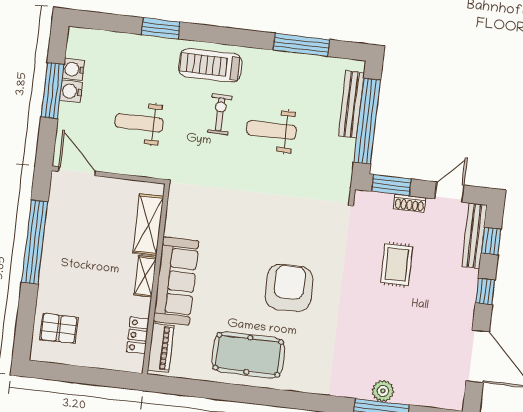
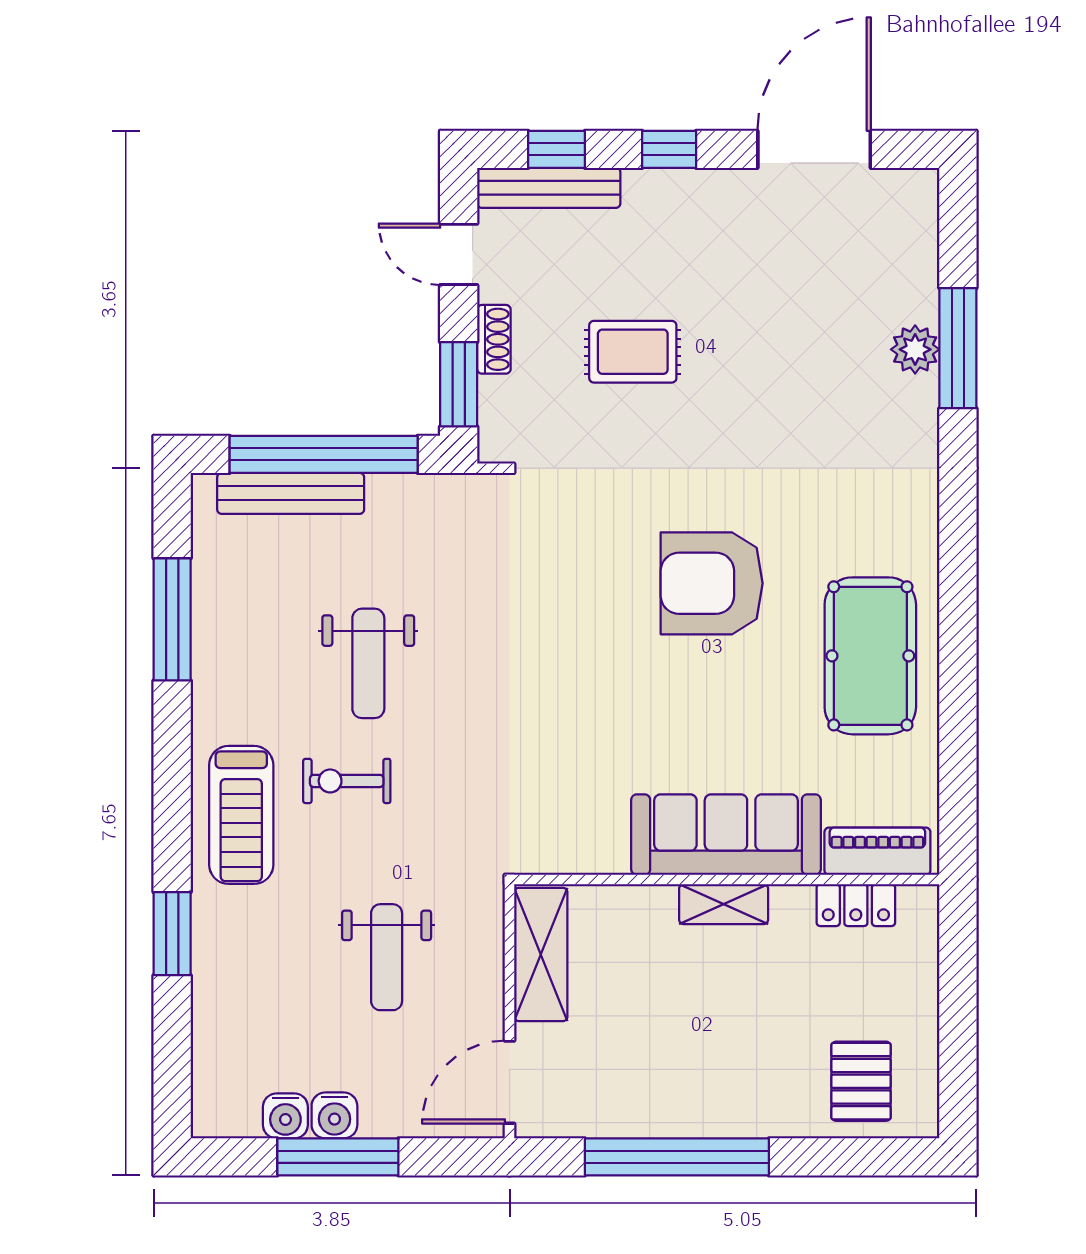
shelving: (148, 225) -> (541, 954), moved, turned 90

